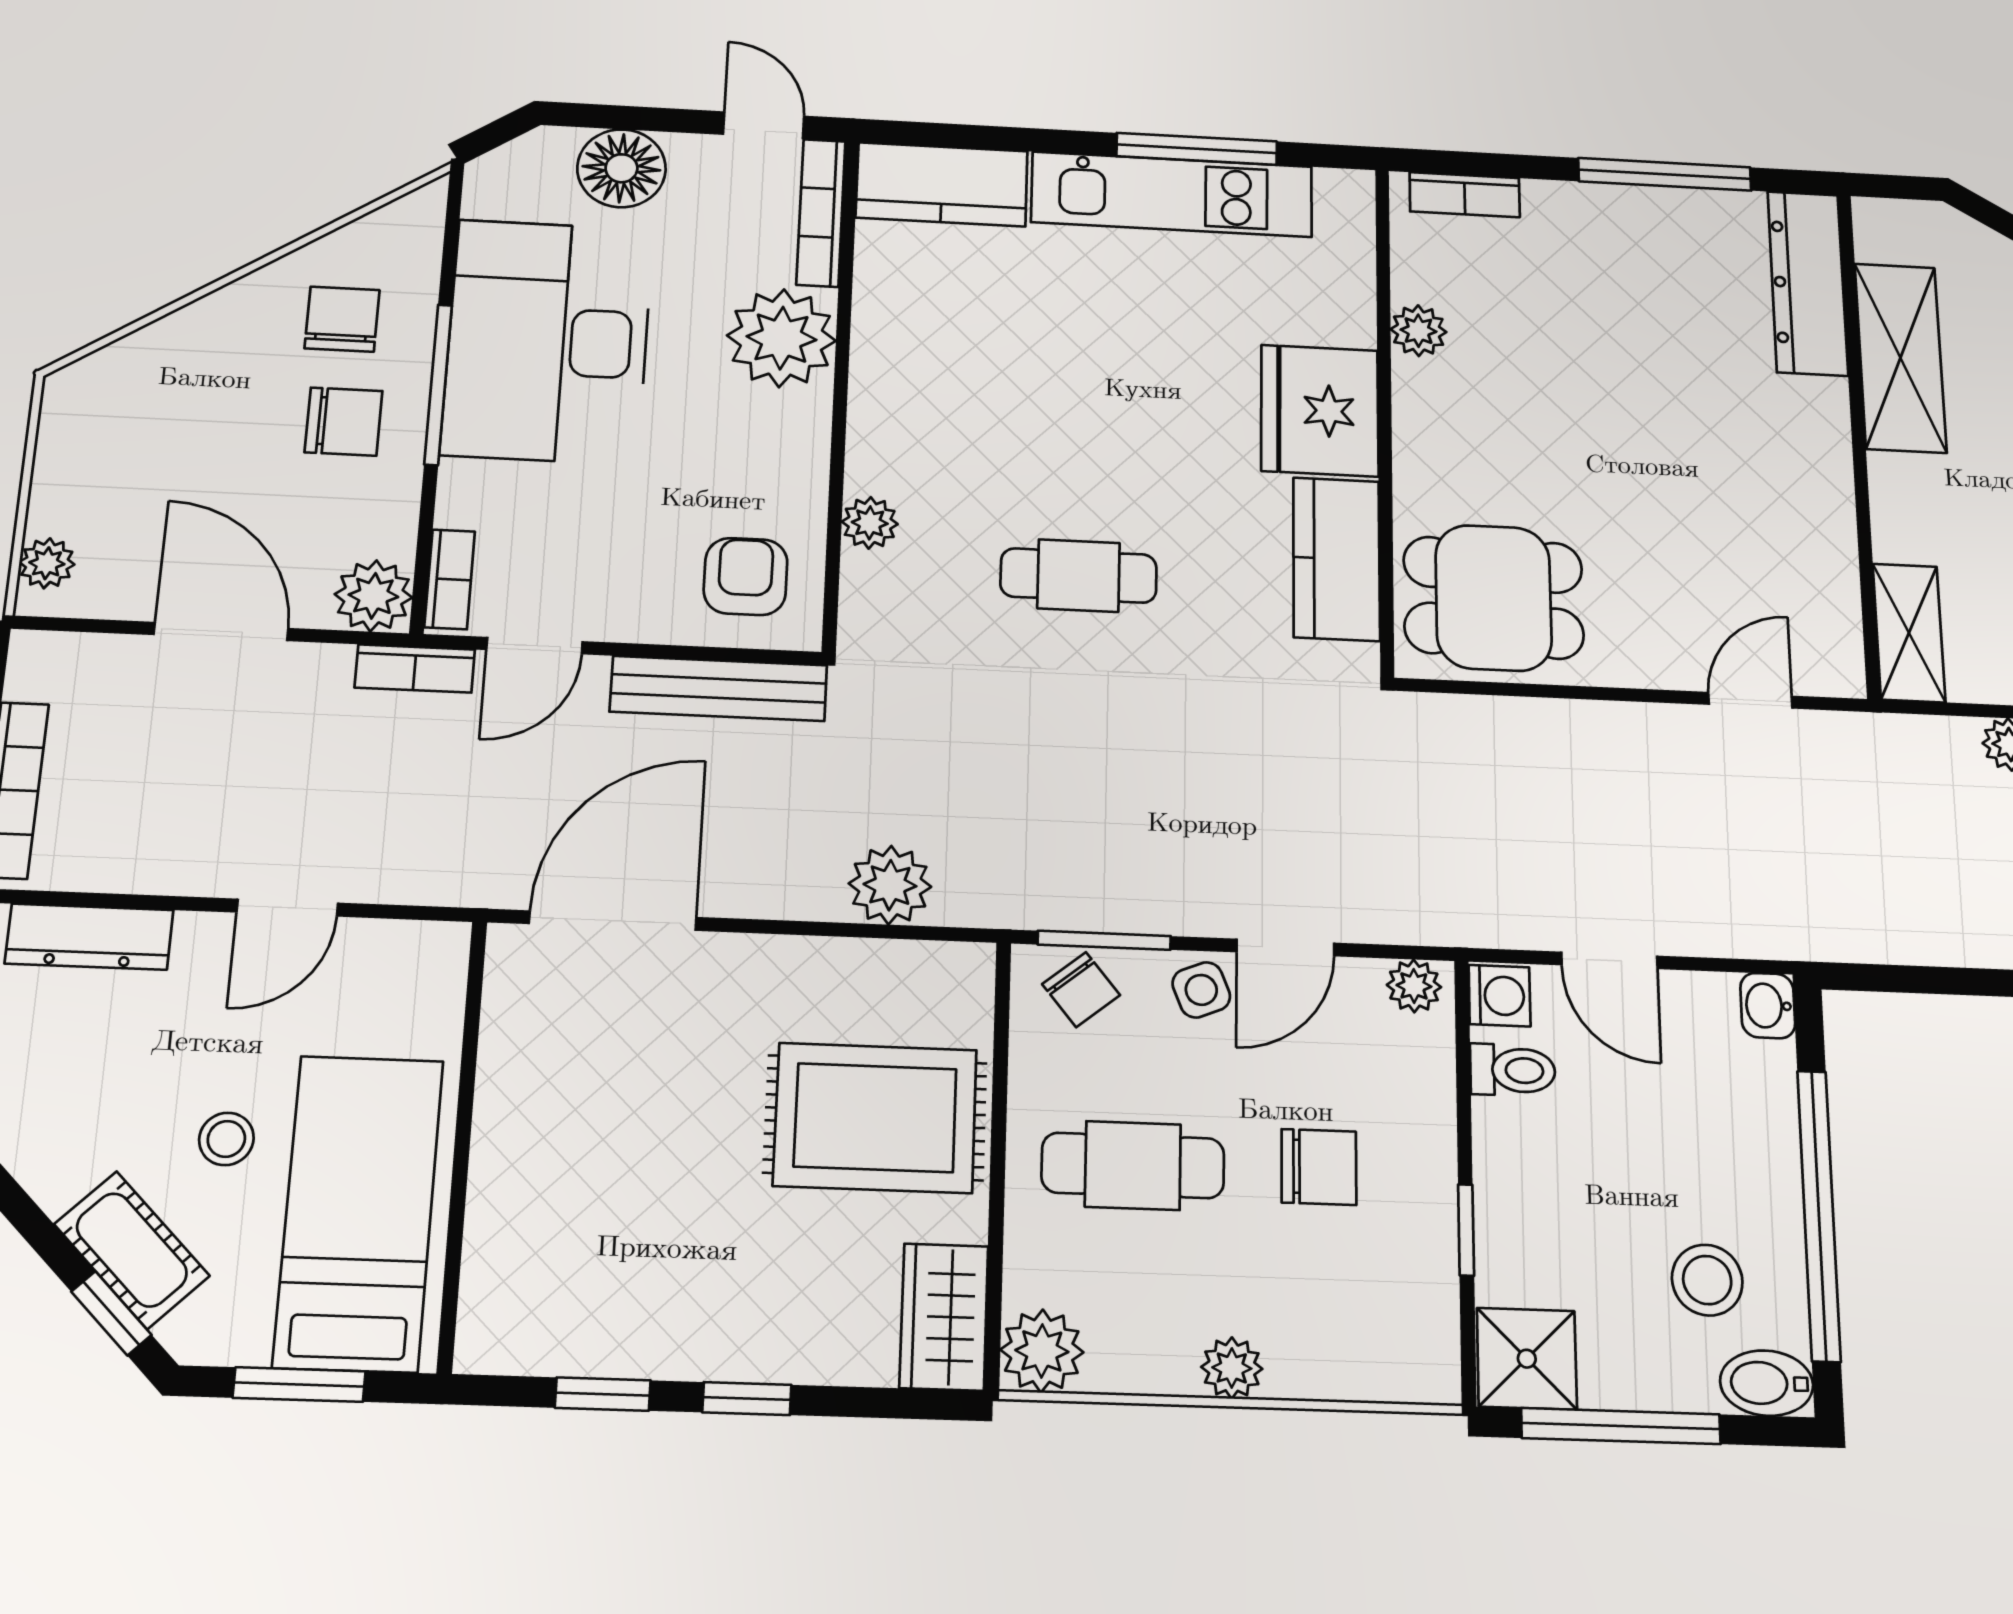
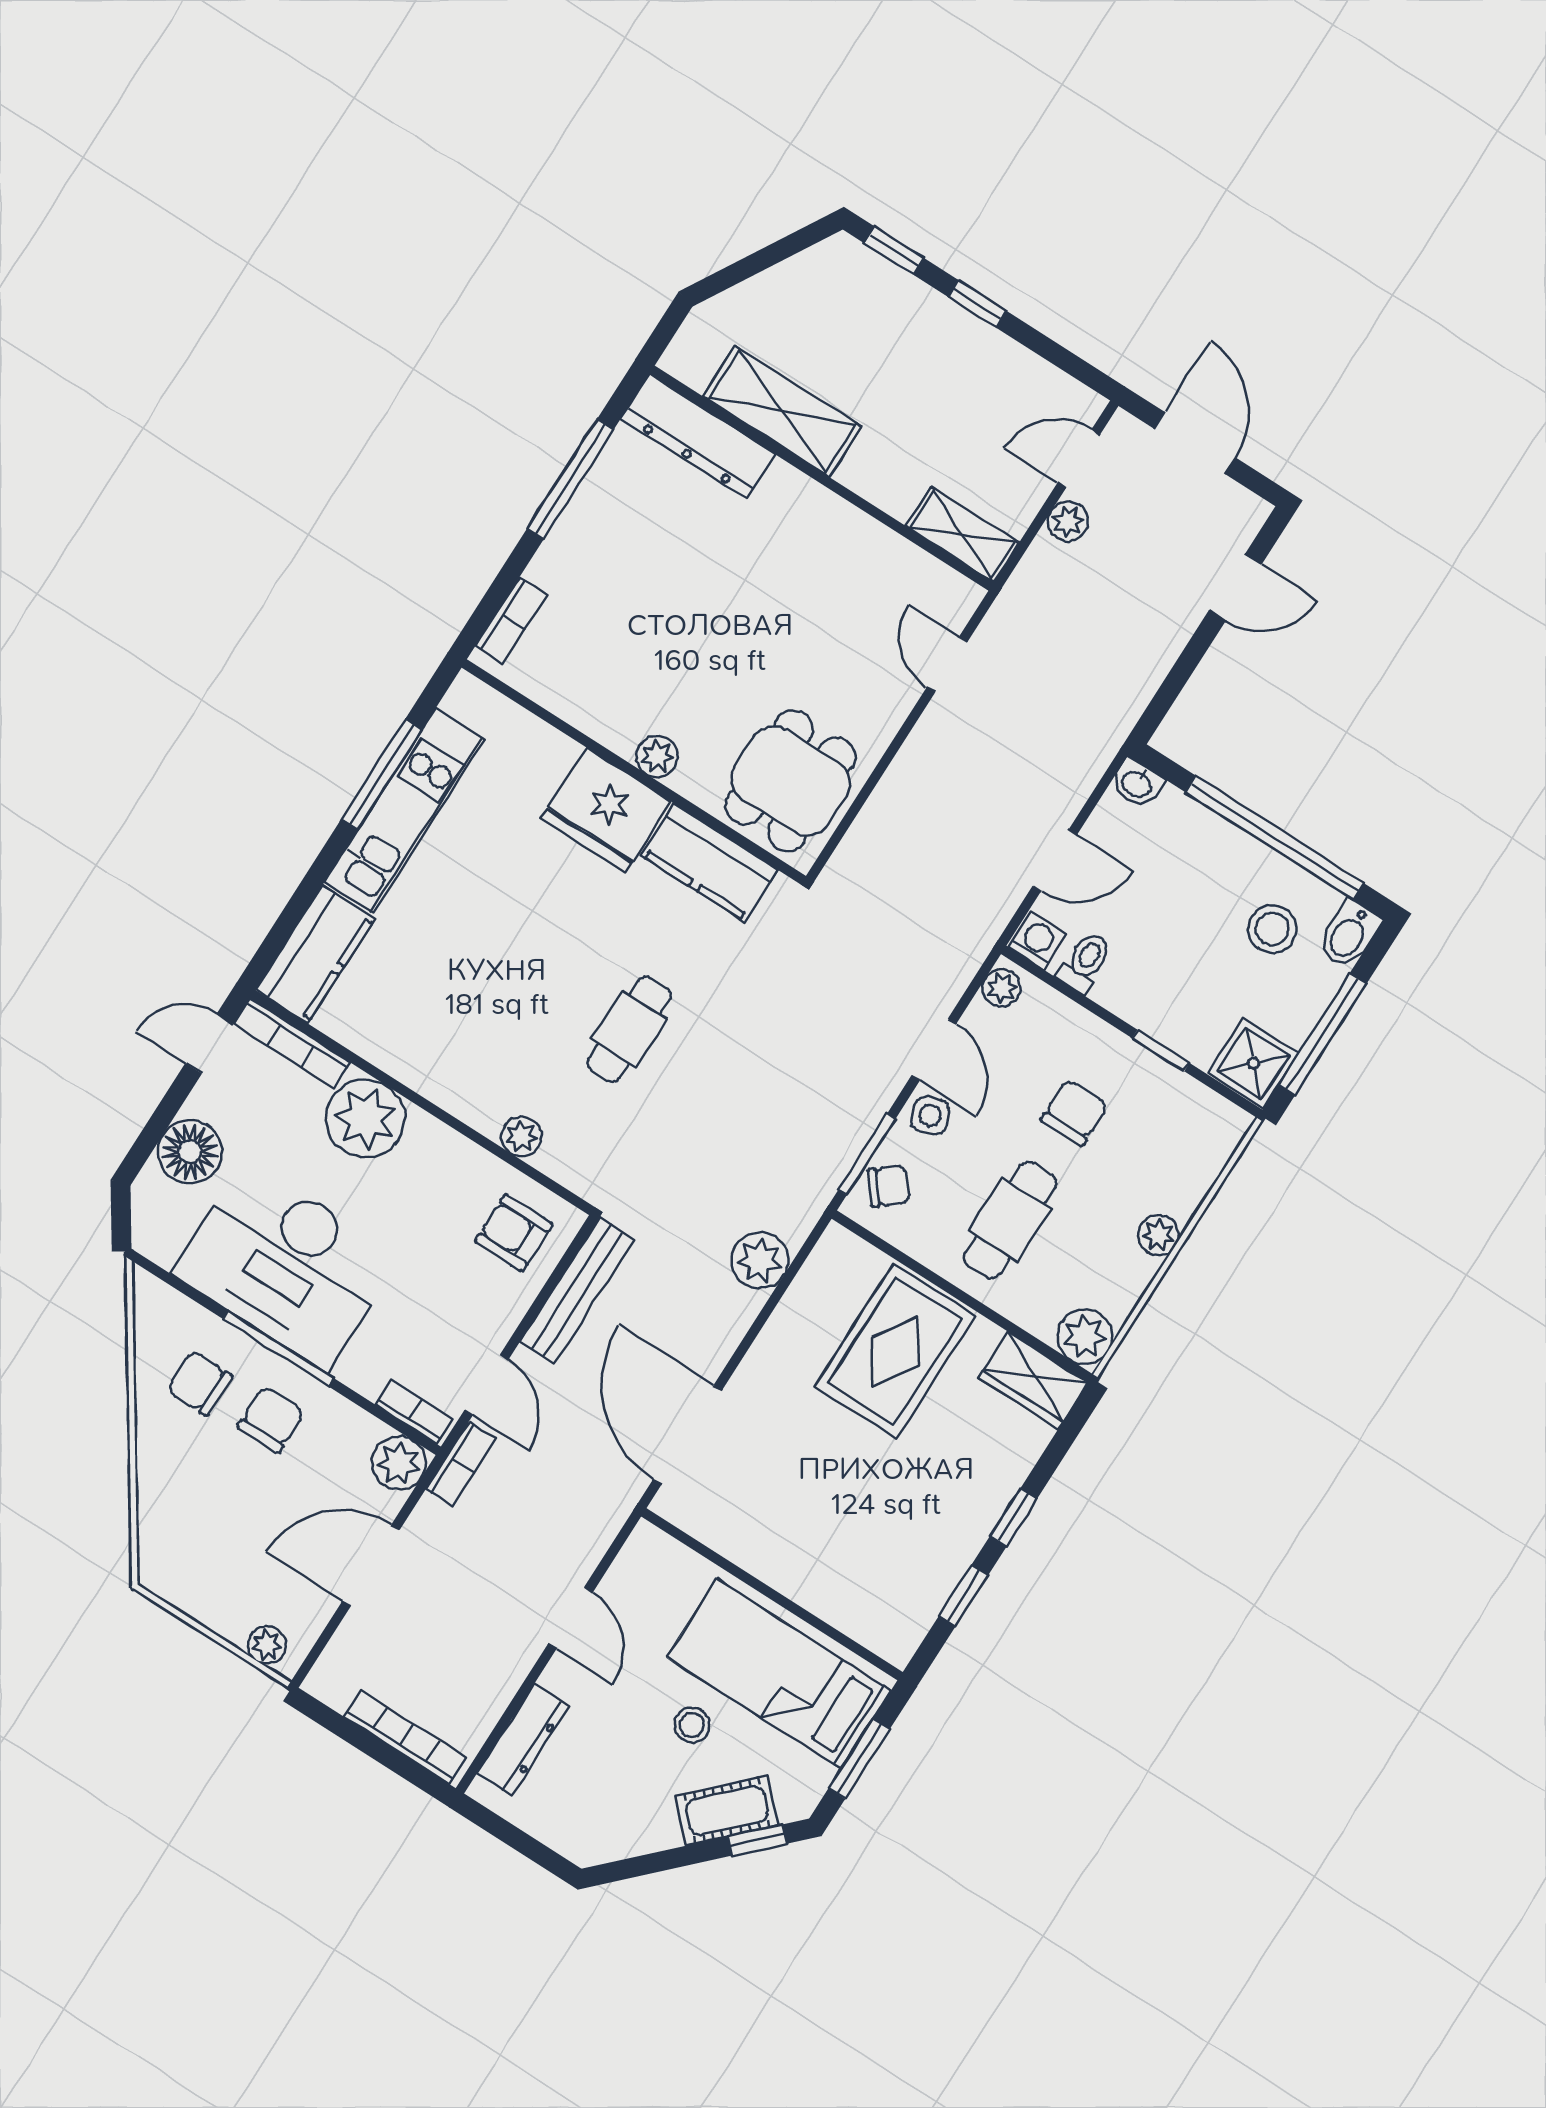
plant: (1418, 331) -> (657, 756), moved

